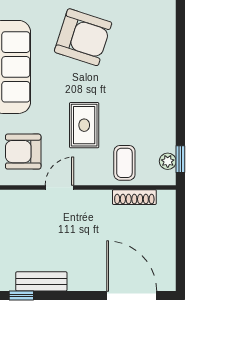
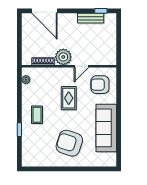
armchair: (23, 152) -> (100, 85), turned 180
window: (180, 159) -> (19, 130), moved
coffee table: (124, 163) -> (37, 115), moved
plant: (95, 206) -> (63, 57), added

